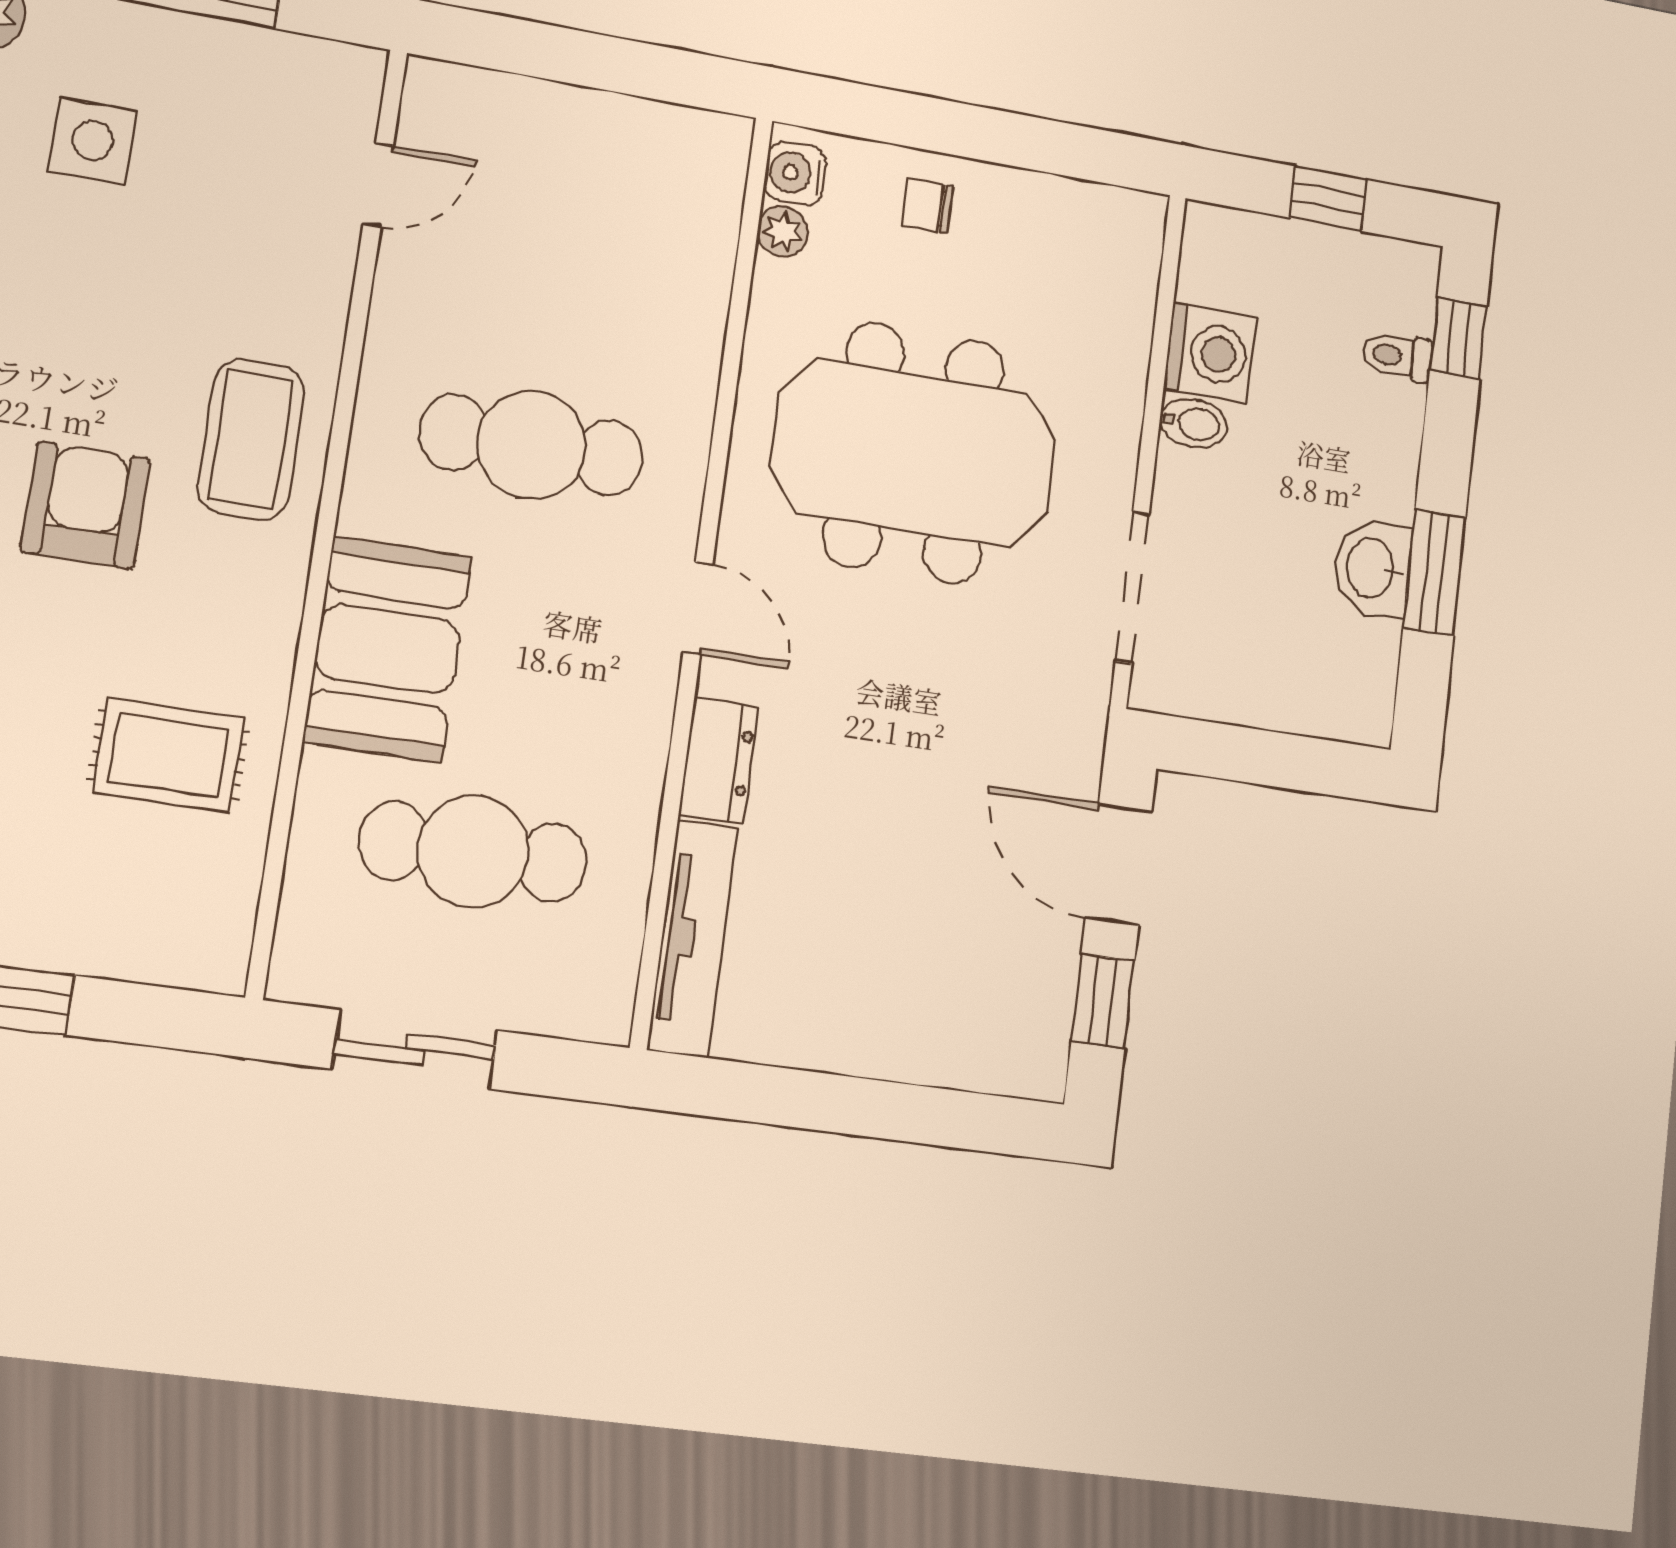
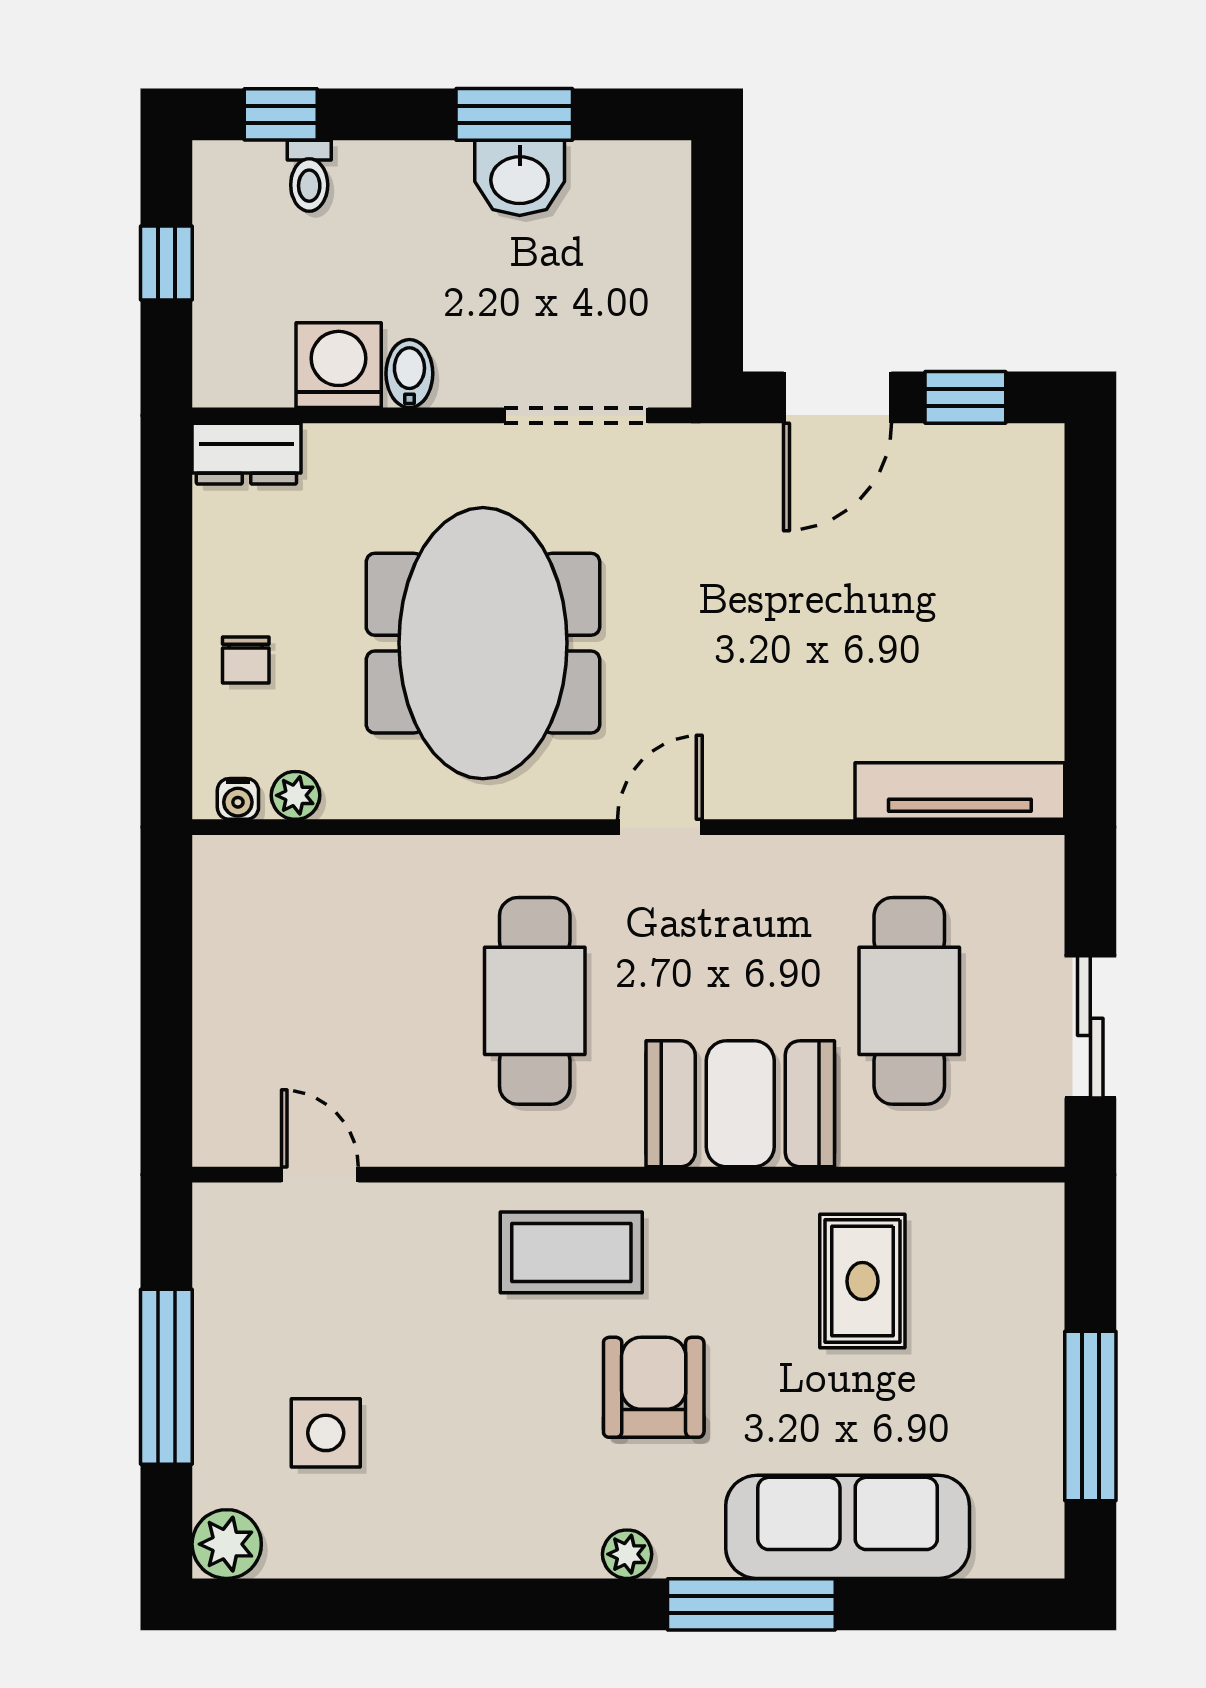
water cooler: (795, 173) -> (238, 799), width x0.72, depth x0.72
armchair: (85, 505) -> (654, 1387), turned 90
dresser: (719, 760) -> (246, 454), moved, turned 180

